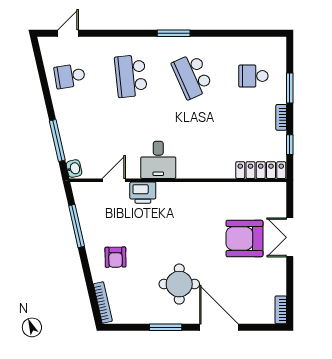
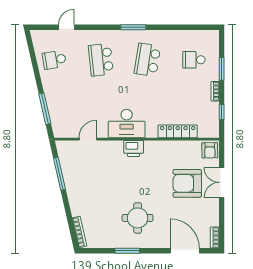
door: (68, 33) -> (66, 27), moved
school desk: (192, 76) -> (147, 60), turned 33
desk: (158, 160) -> (127, 123), width x1.37
washbasin: (74, 169) -> (58, 130), removed
locker: (261, 170) -> (178, 131), moved
printer: (143, 193) -> (134, 148), moved
armchair: (115, 257) -> (210, 150), moved
door: (219, 327) -> (185, 251), moved

